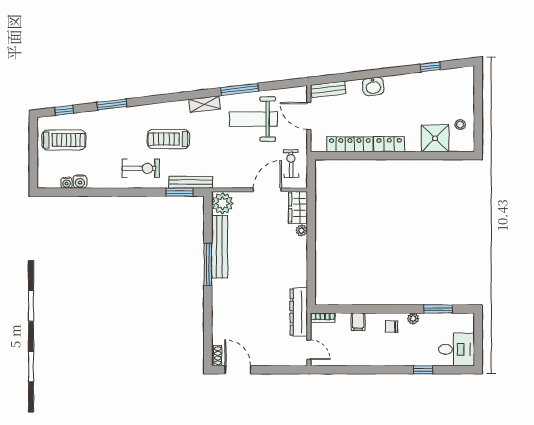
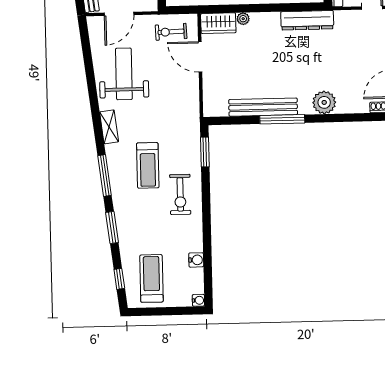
window: (239, 89) -> (105, 175), moved
weight bench: (253, 119) -> (124, 74), turned 180
exercise bike: (141, 168) -> (180, 194), turned 180
bench: (191, 182) -> (194, 140), removed
water cooler: (67, 183) -> (198, 300), moved
plant: (222, 203) -> (324, 102), moved
dresser: (299, 312) -> (307, 20), moved

